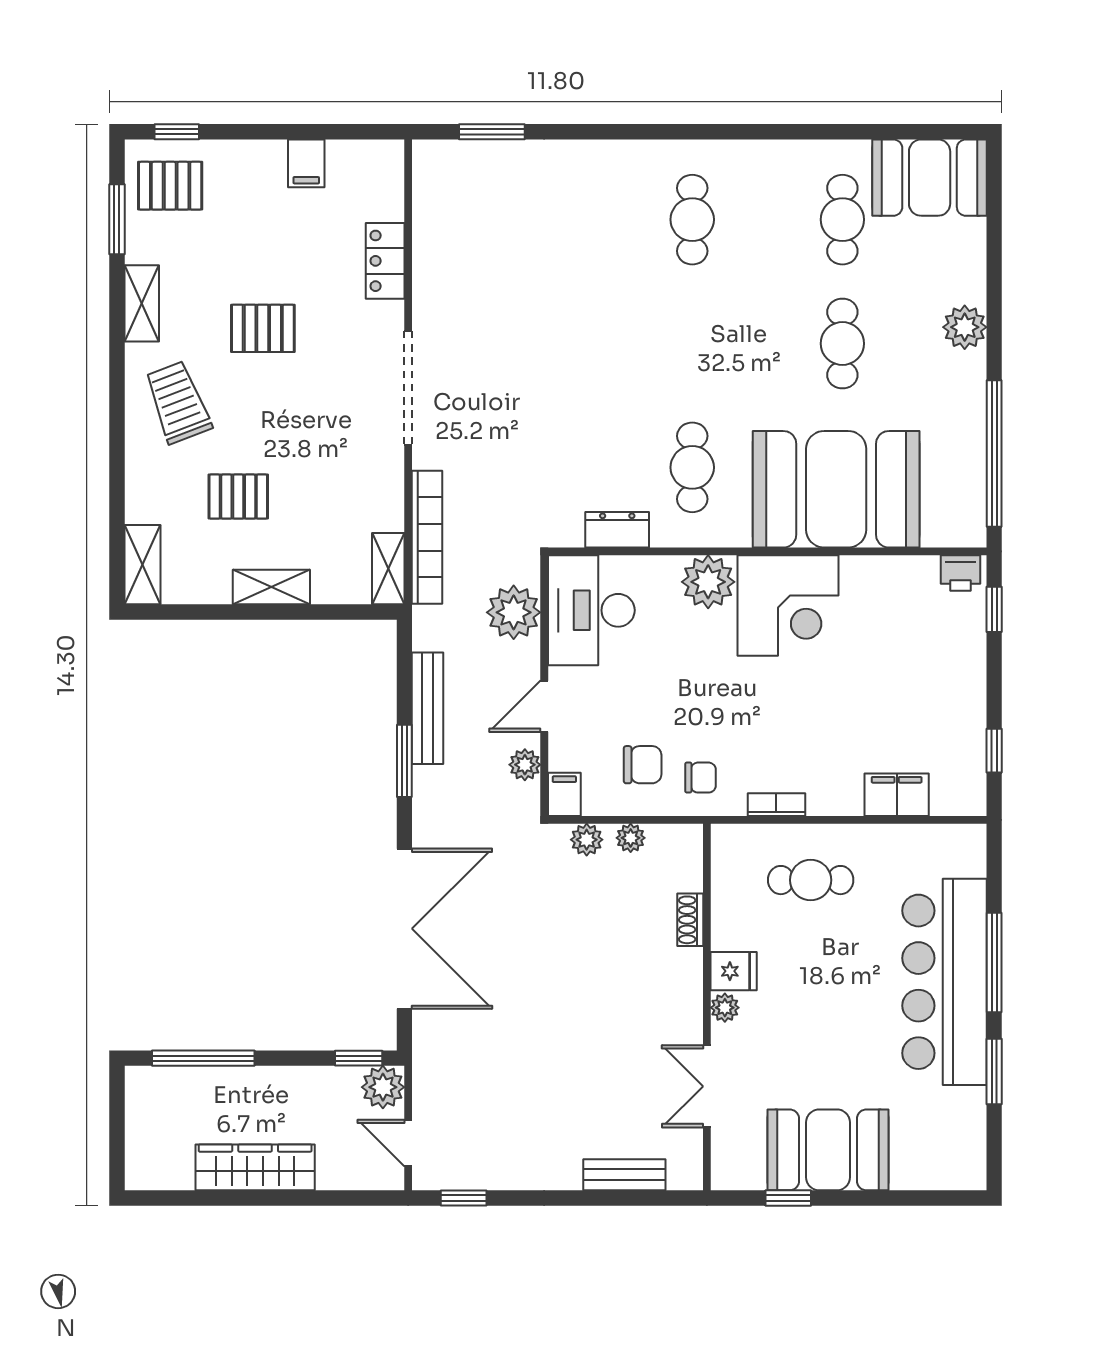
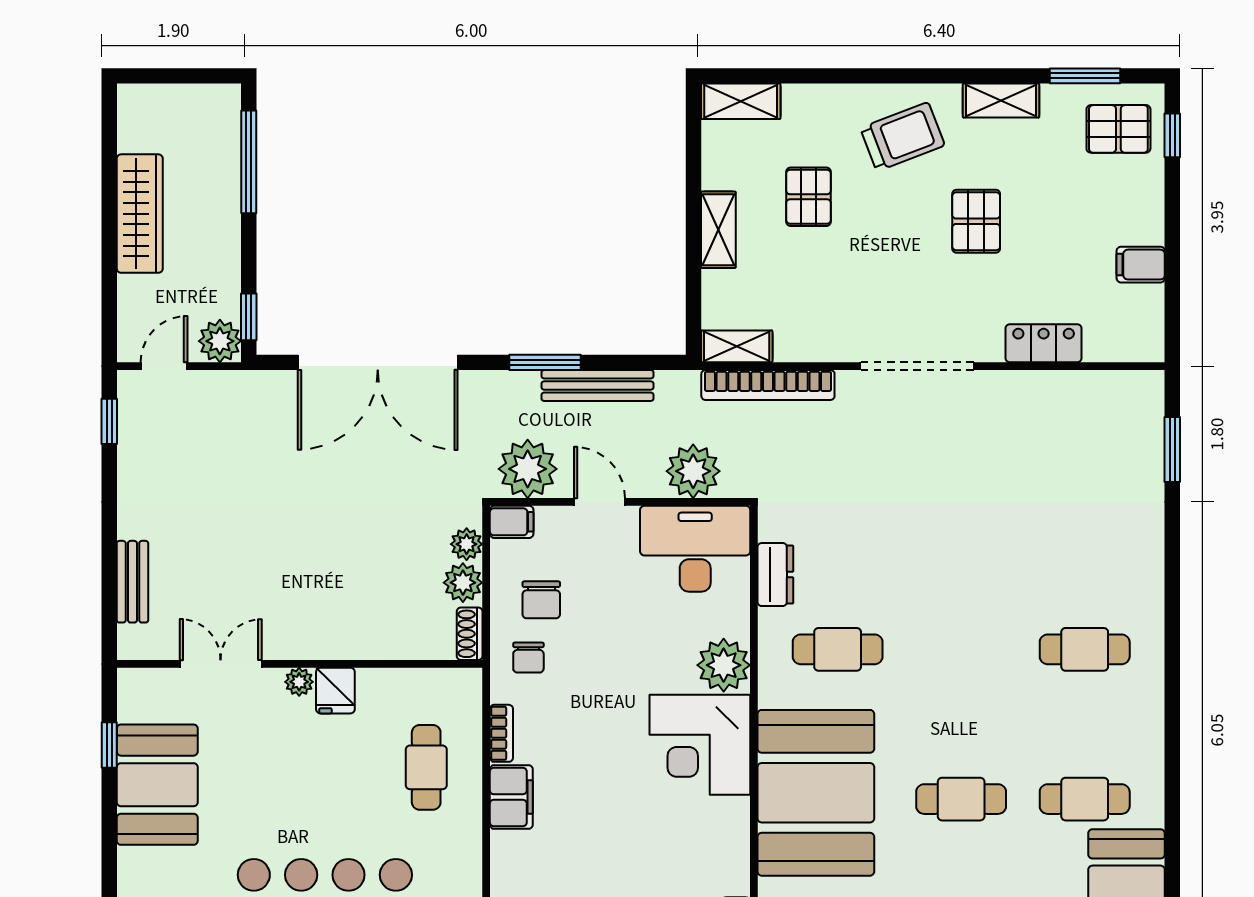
pallet: (170, 186) -> (1118, 129), turned 90
plant: (525, 765) -> (528, 469), width x1.87, depth x1.87
filing cabinet: (897, 795) -> (511, 797), moved
plant: (631, 838) -> (463, 583), width x1.38, depth x1.38
shoe rack: (690, 920) -> (470, 634), moved, turned -90

